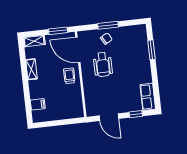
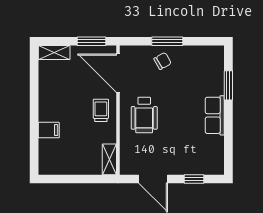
wheelchair: (103, 64) -> (144, 115), moved
shelving: (31, 69) -> (109, 159), moved
row of seats: (148, 97) -> (215, 115), moved
filing cabinet: (38, 104) -> (49, 130), moved

